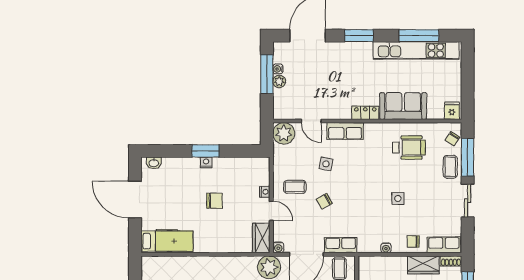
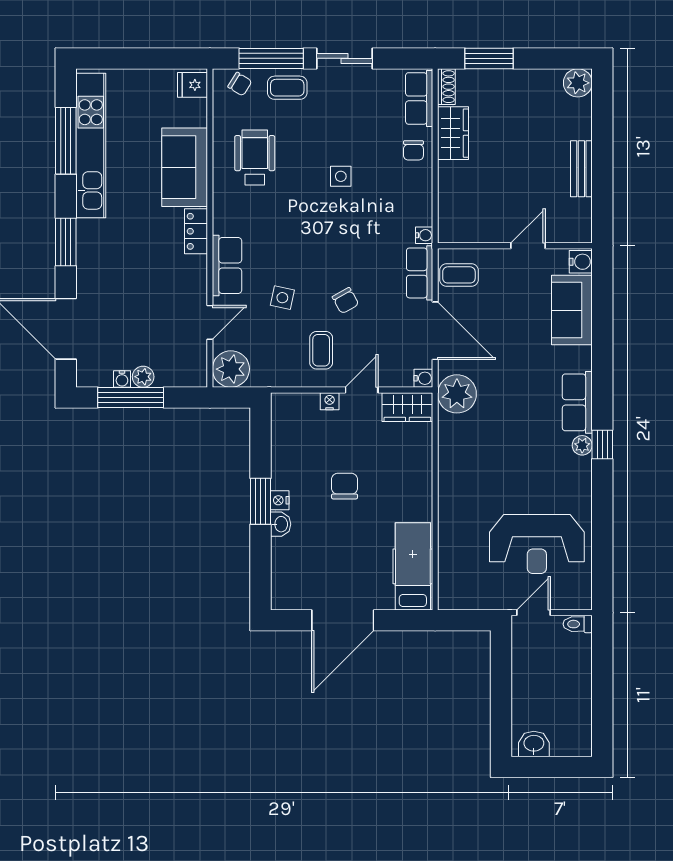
washbasin: (154, 163) -> (281, 524), moved
water cooler: (386, 248) -> (424, 235), moved

